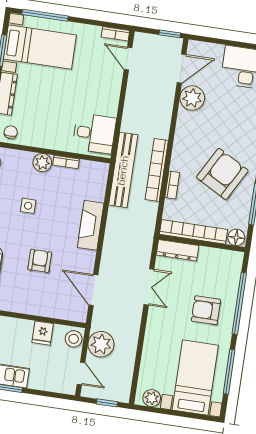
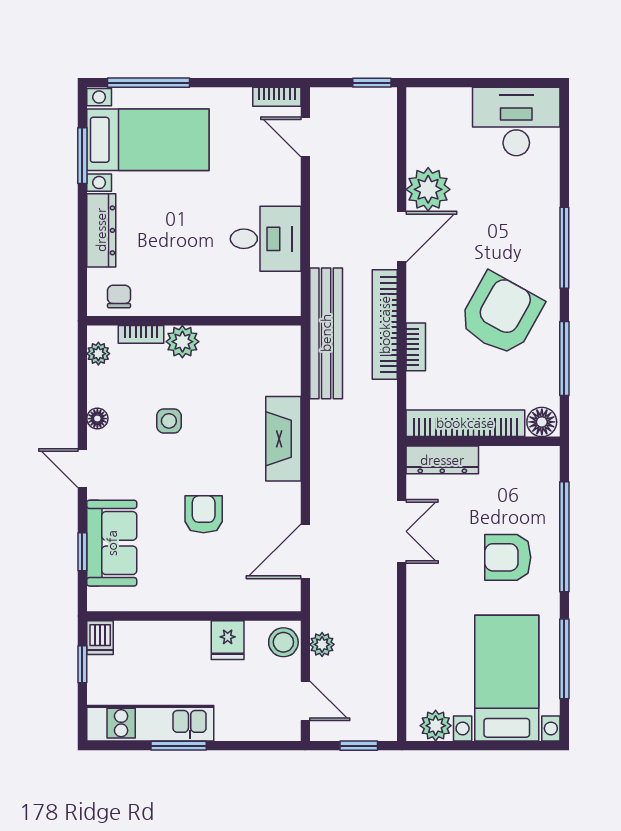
door: (182, 69) -> (402, 237), moved
desk: (94, 133) -> (266, 239), moved
bookcase: (66, 162) -> (141, 334), moved
door: (93, 290) -> (305, 551), hinge flipped
plant: (101, 344) -> (322, 644), width x0.53, depth x0.53

